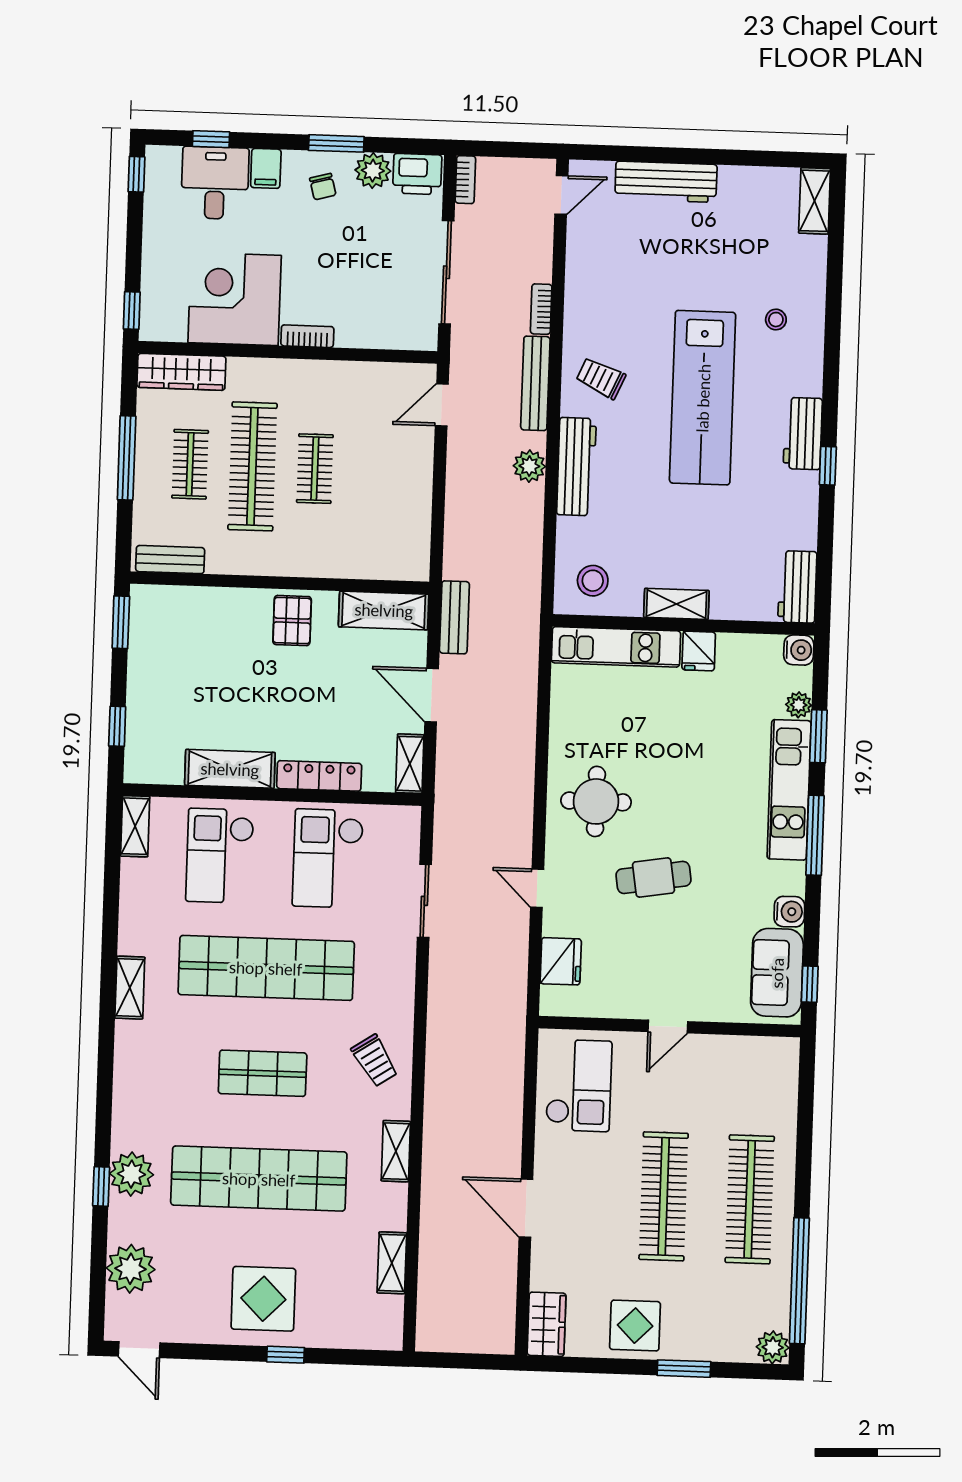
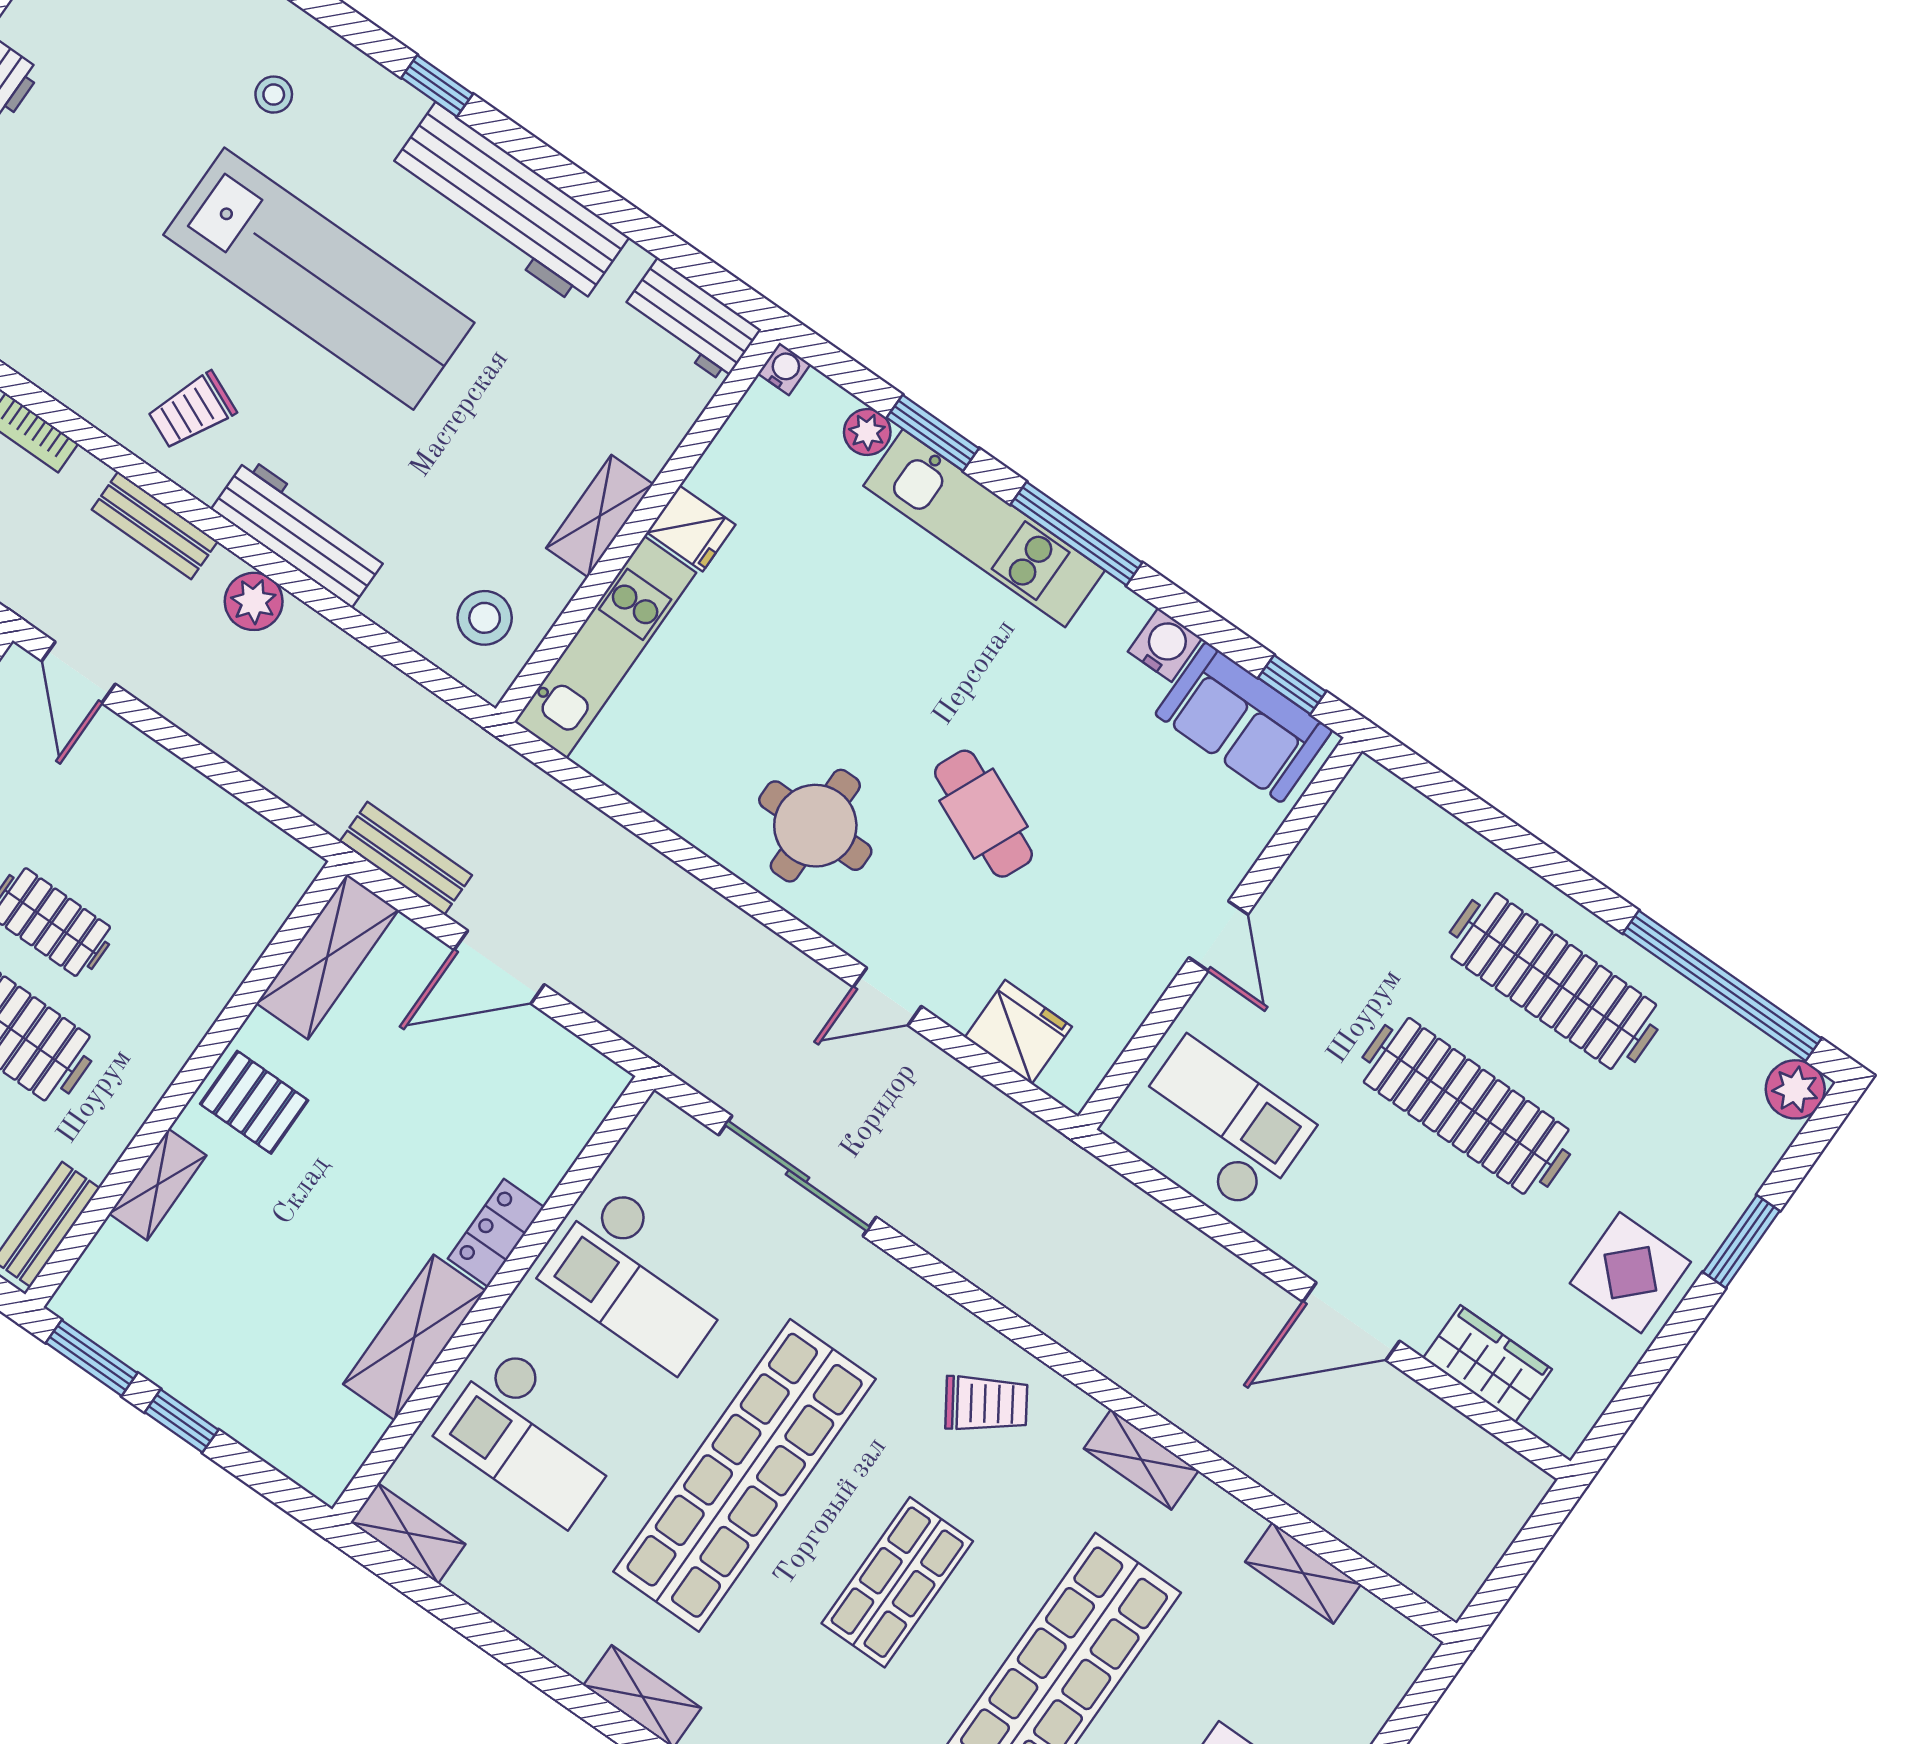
bench: (535, 383) -> (155, 525), width x0.73
workbench: (803, 433) -> (508, 205), width x1.88, depth x1.32
window: (828, 466) -> (437, 86), moved
water cooler: (799, 650) -> (784, 369), width x0.72, depth x0.72
window: (117, 726) -> (182, 1421), moved
shelving: (410, 764) -> (158, 1185), moved, turned 90
locker: (319, 776) -> (496, 1233), width x0.66
cafe table: (654, 877) -> (983, 814), turned -57
sliding door: (424, 901) -> (797, 1176), width x1.37
wardrobe: (547, 1324) -> (1488, 1364), moved

